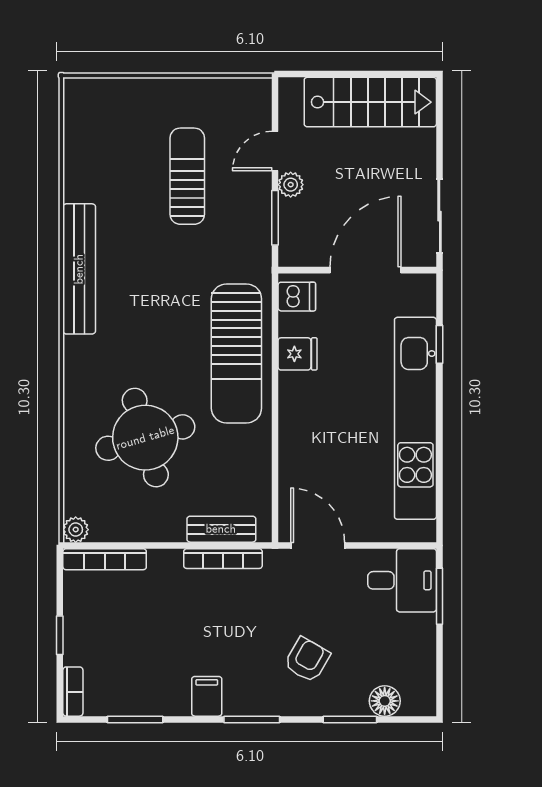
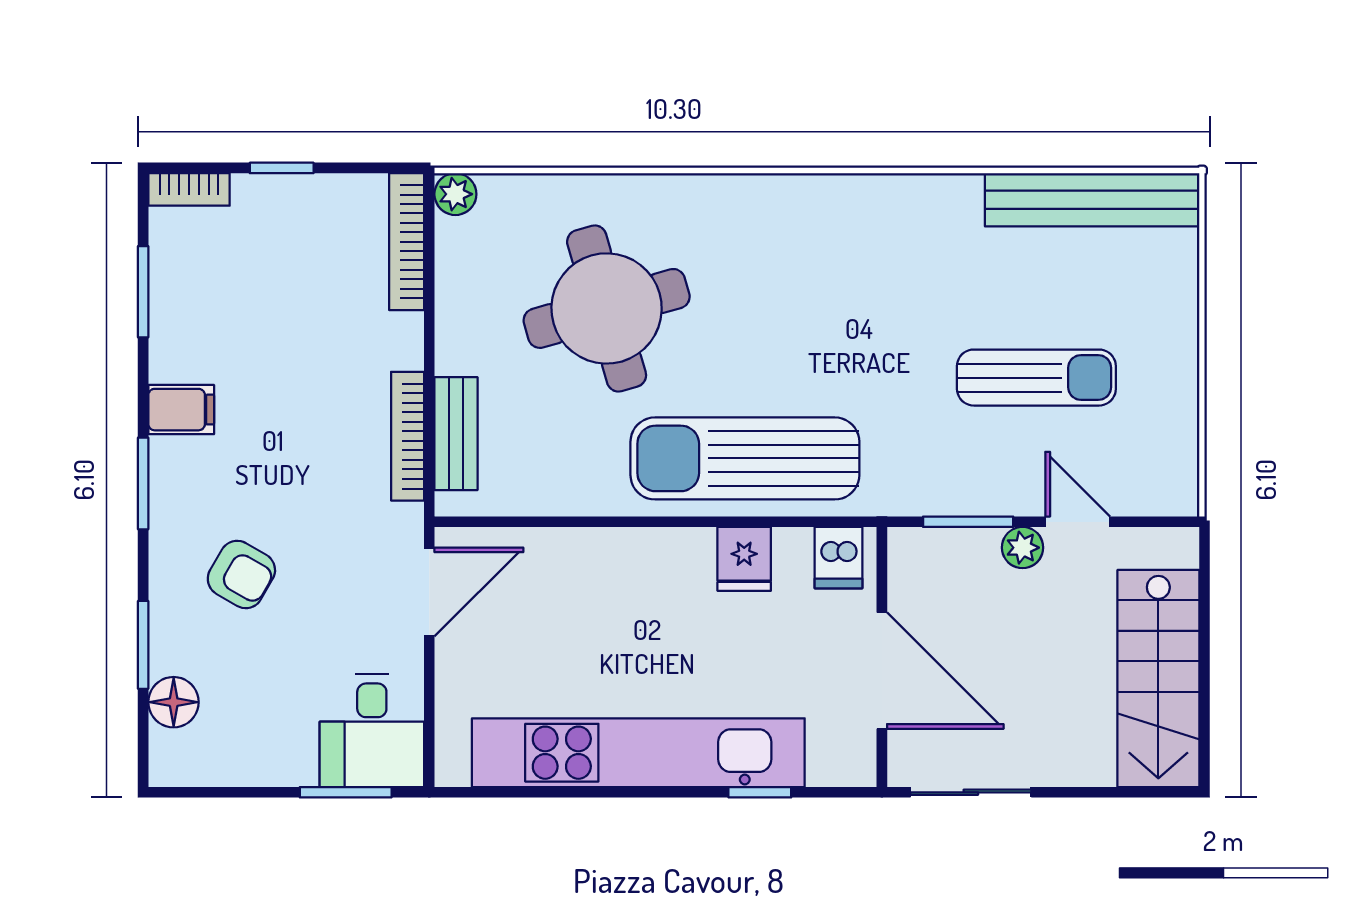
bench: (79, 269) -> (1092, 200), moved

